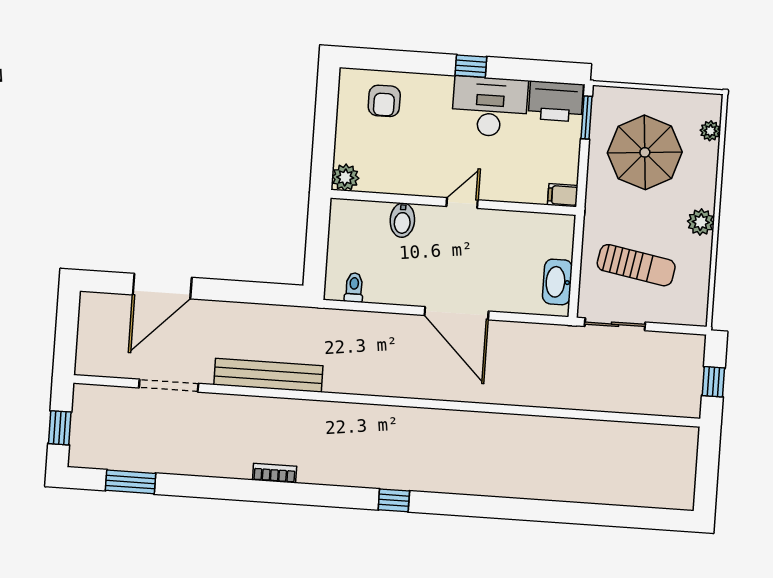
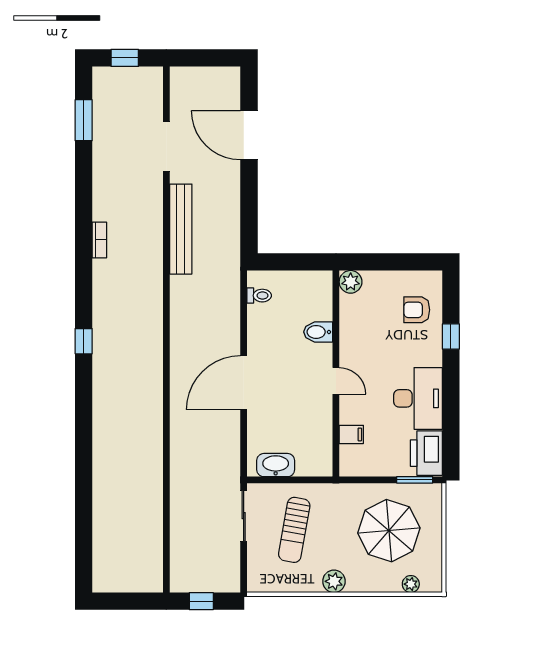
window: (471, 66) -> (451, 337), moved
filing cabinet: (563, 195) -> (351, 434), moved, turned 90

